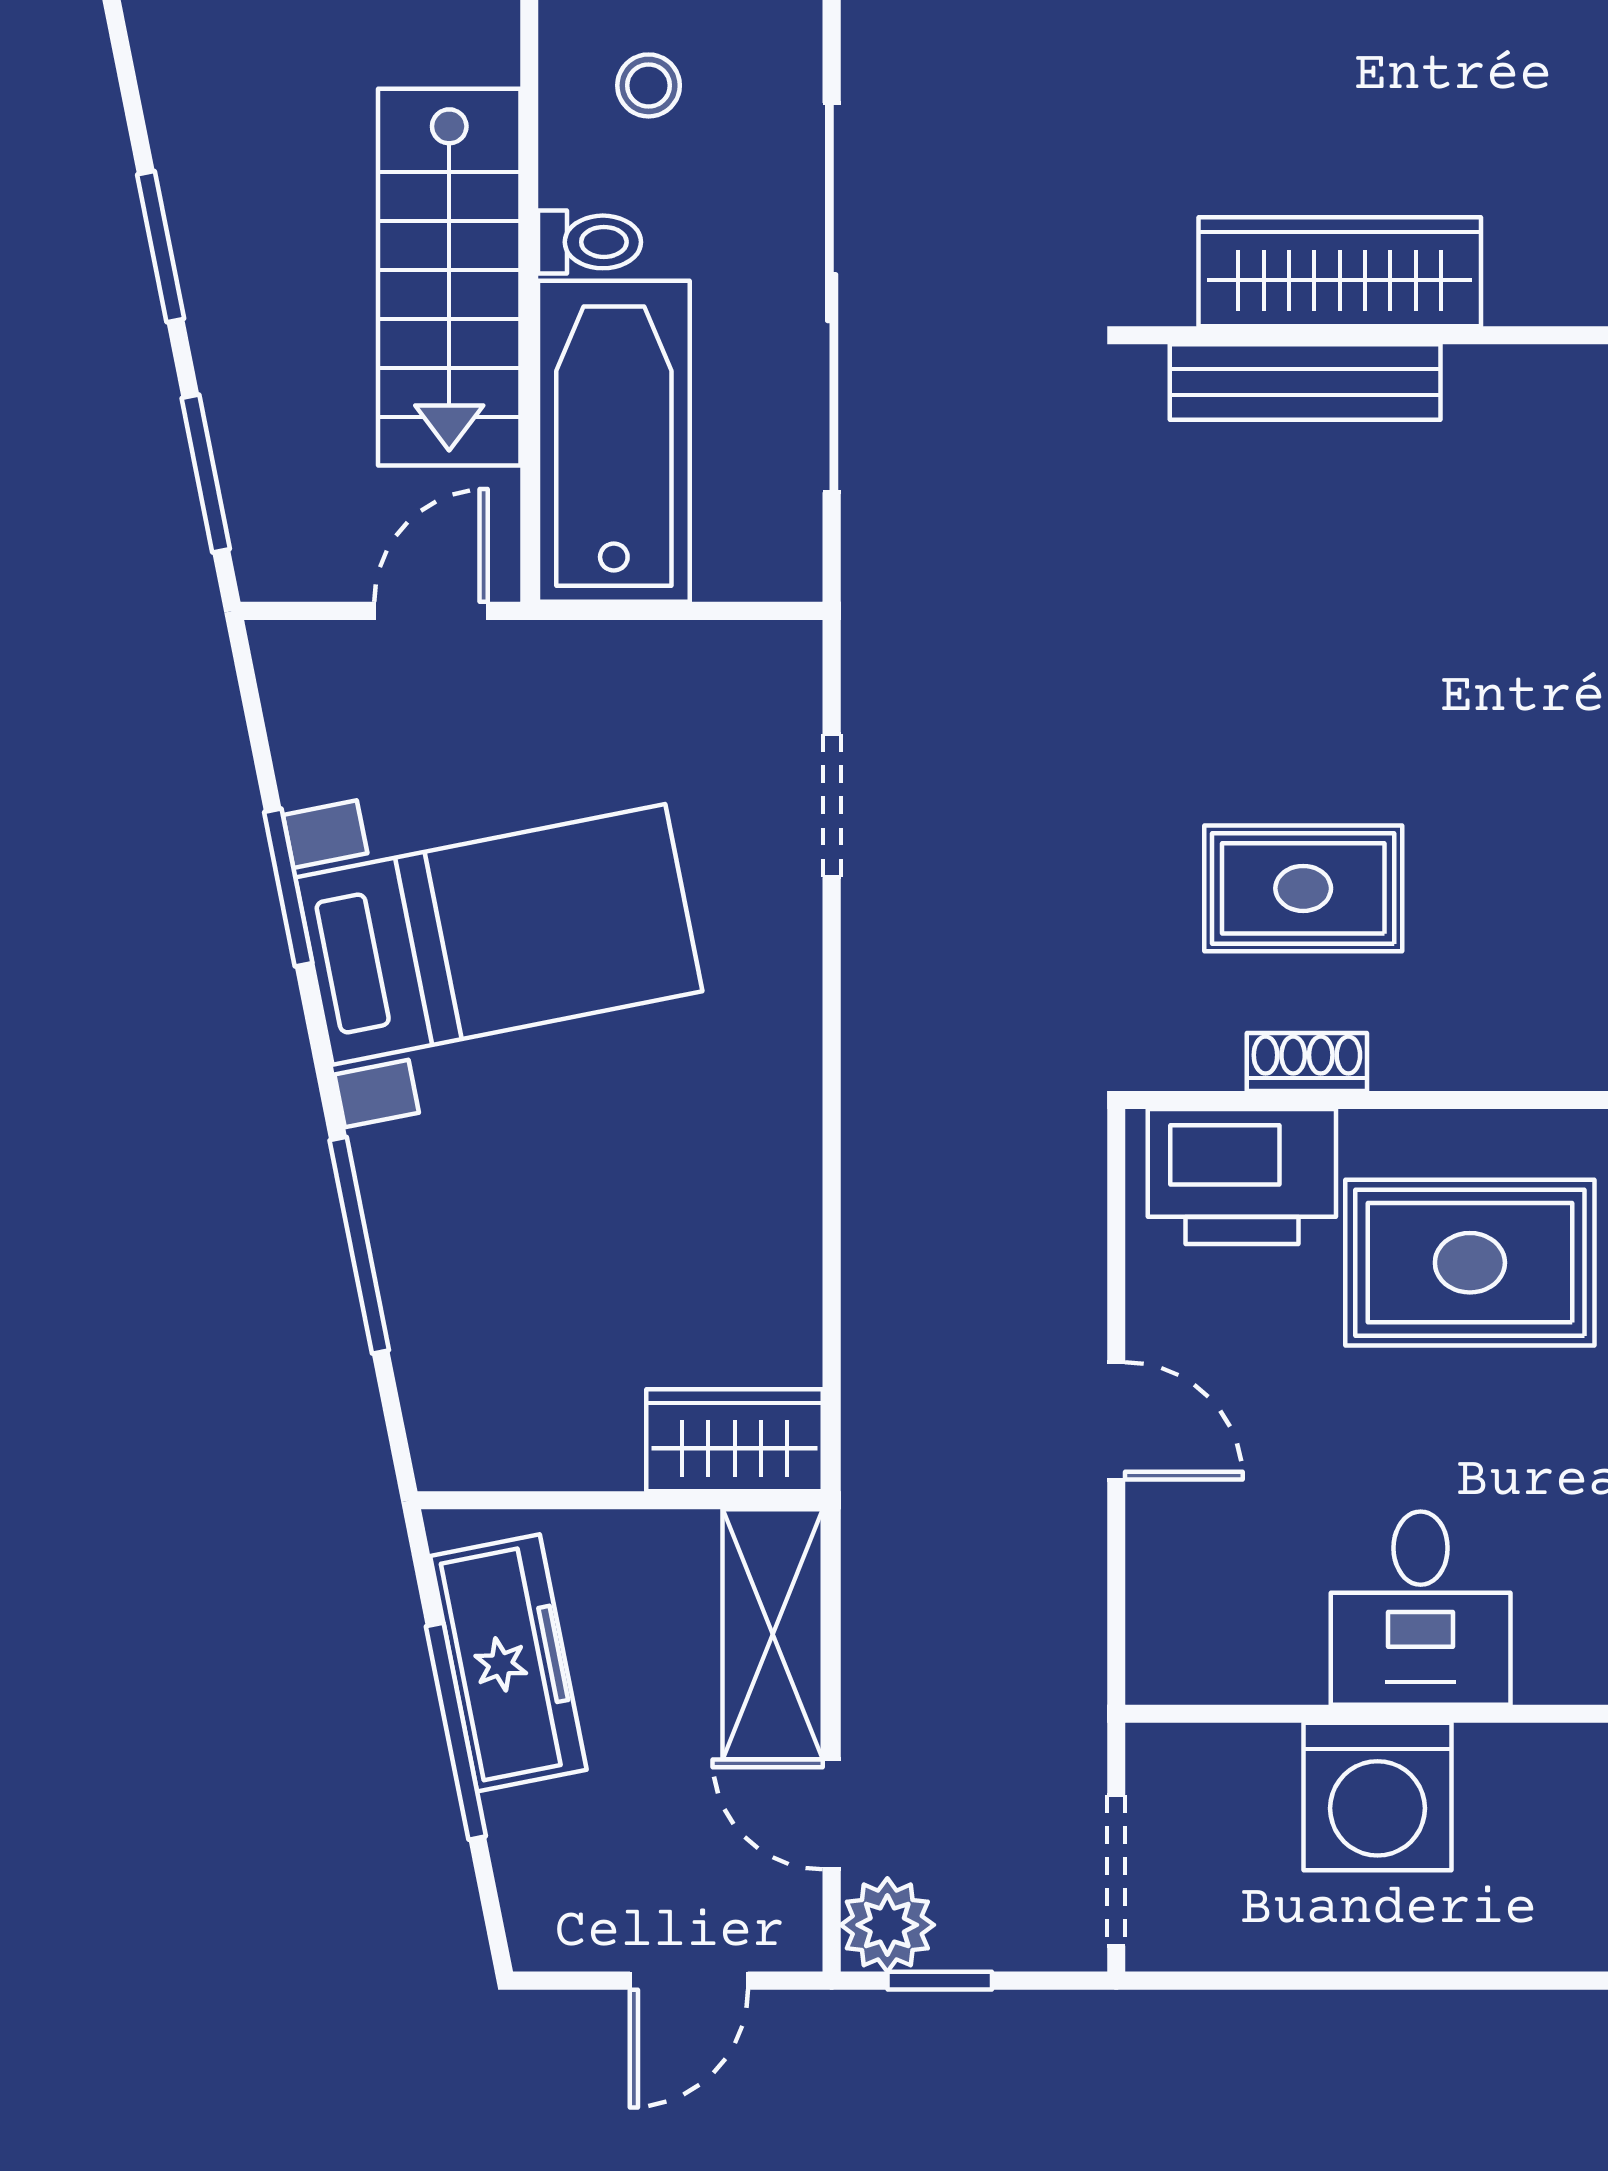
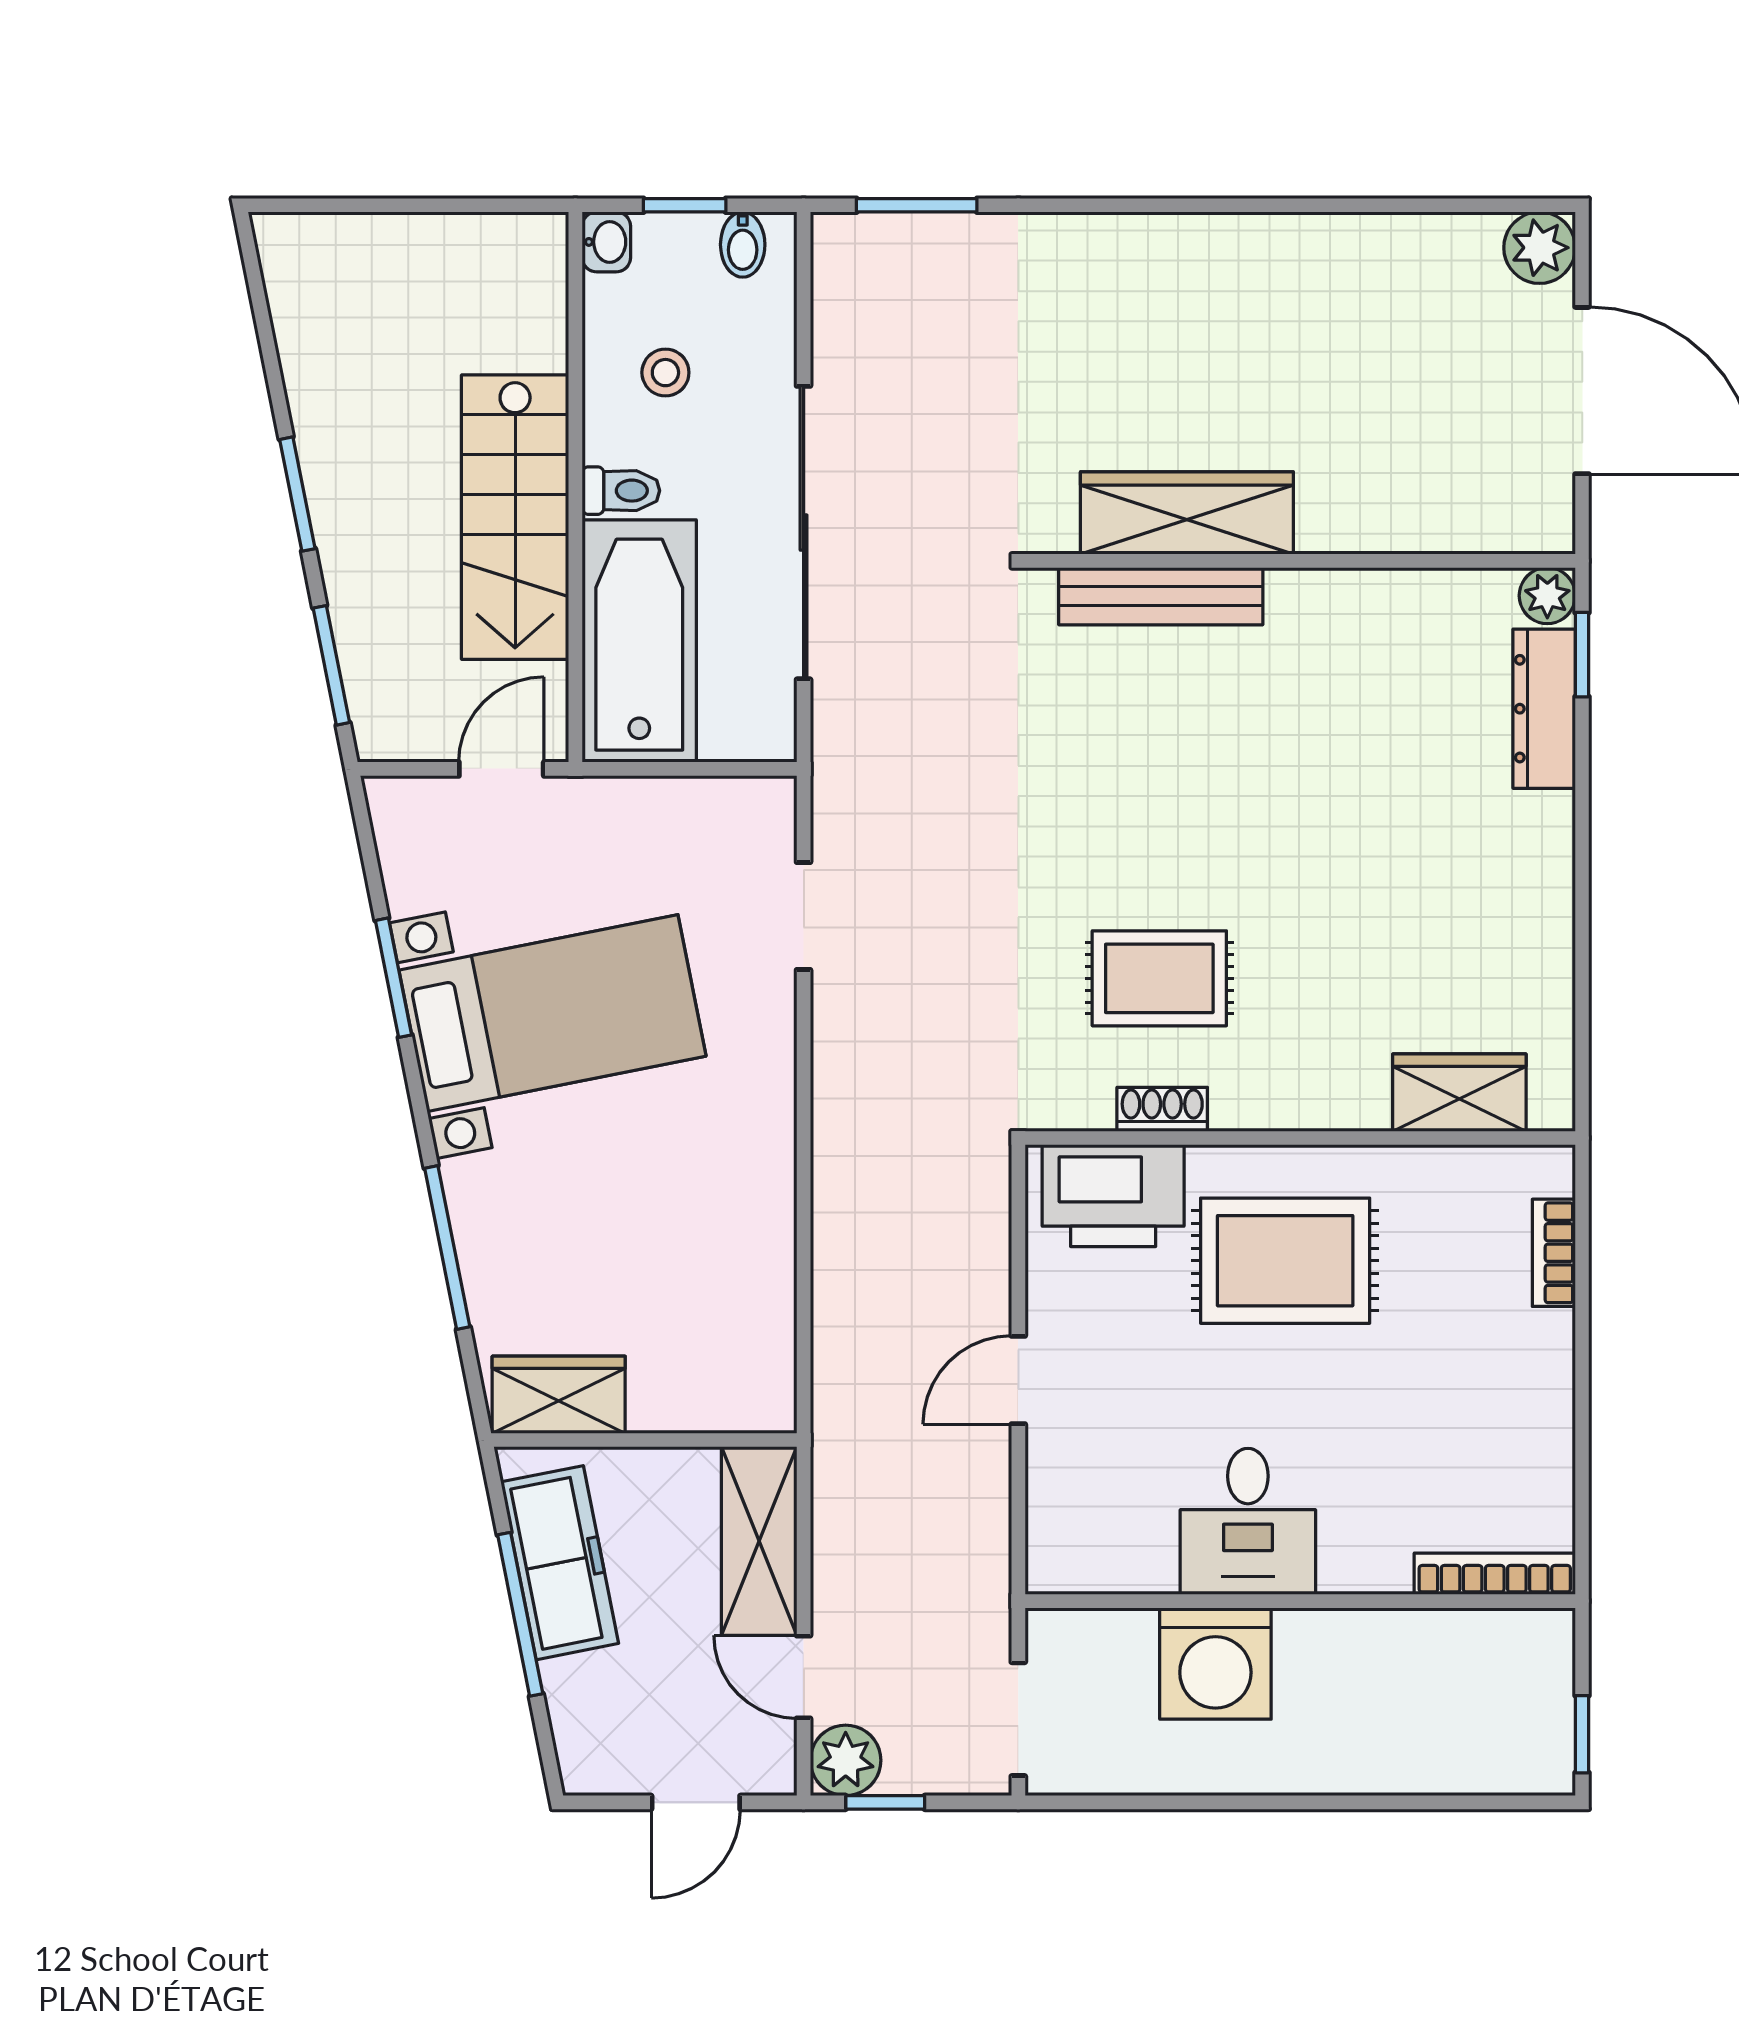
door: (1116, 1421) -> (1018, 1380), swing flipped
wardrobe: (735, 1440) -> (559, 1395), moved

